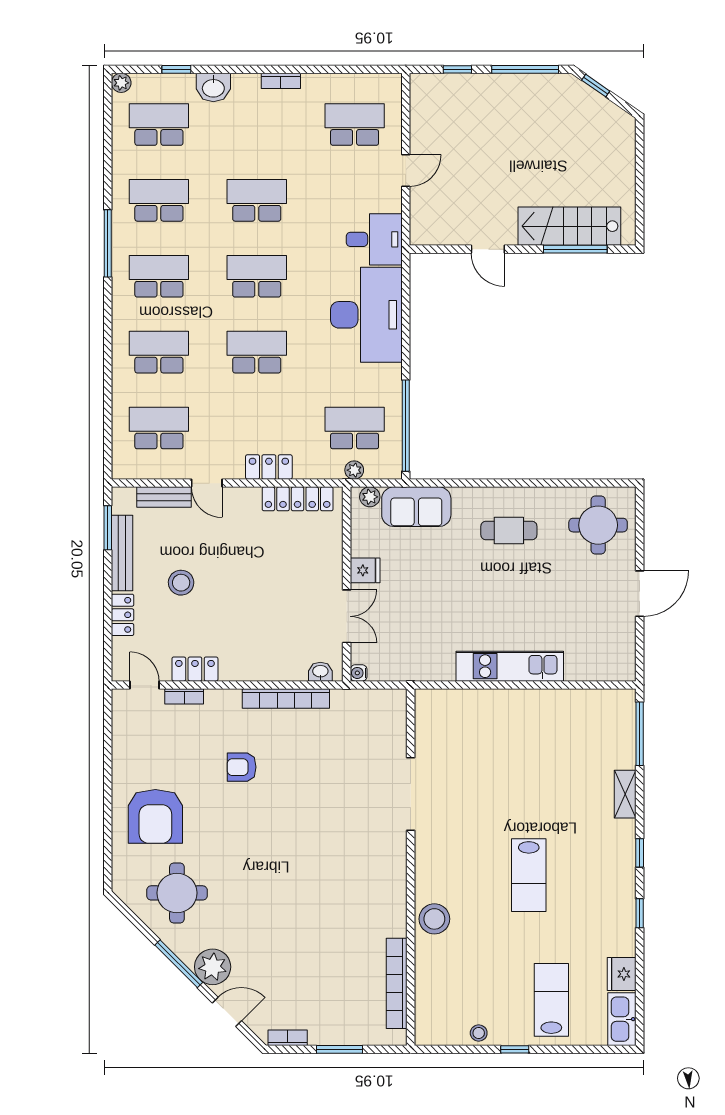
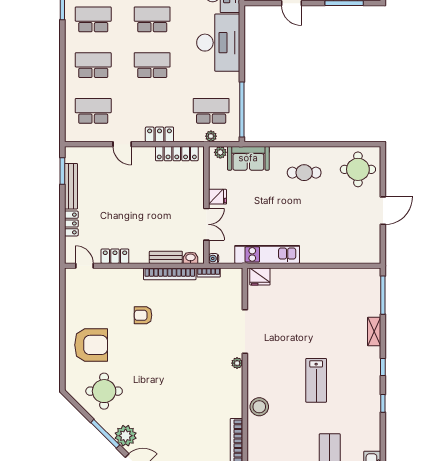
bench: (164, 497) -> (166, 257), moved
stool: (181, 583) -> (107, 204), removed
kitchen unit: (510, 666) -> (267, 254), moved
bookcase: (184, 696) -> (209, 273), moved
armchair: (155, 816) -> (91, 345), turned -90
plant: (398, 847) -> (237, 363), added
fridge: (622, 974) -> (260, 277), moved, turned -90

